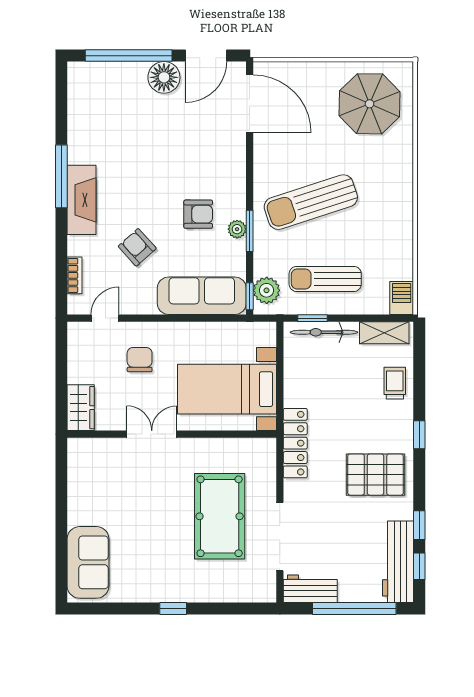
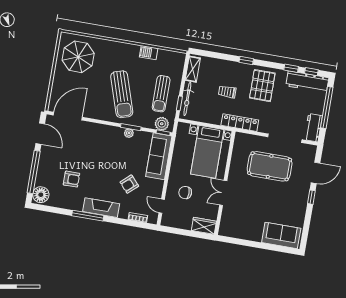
floor lamp: (164, 77) -> (41, 195), moved
armchair: (198, 214) -> (71, 179), moved, turned 90
barbecue: (402, 298) -> (149, 53), moved
trolley: (395, 383) -> (227, 92), moved
door: (222, 608) -> (315, 173), added

